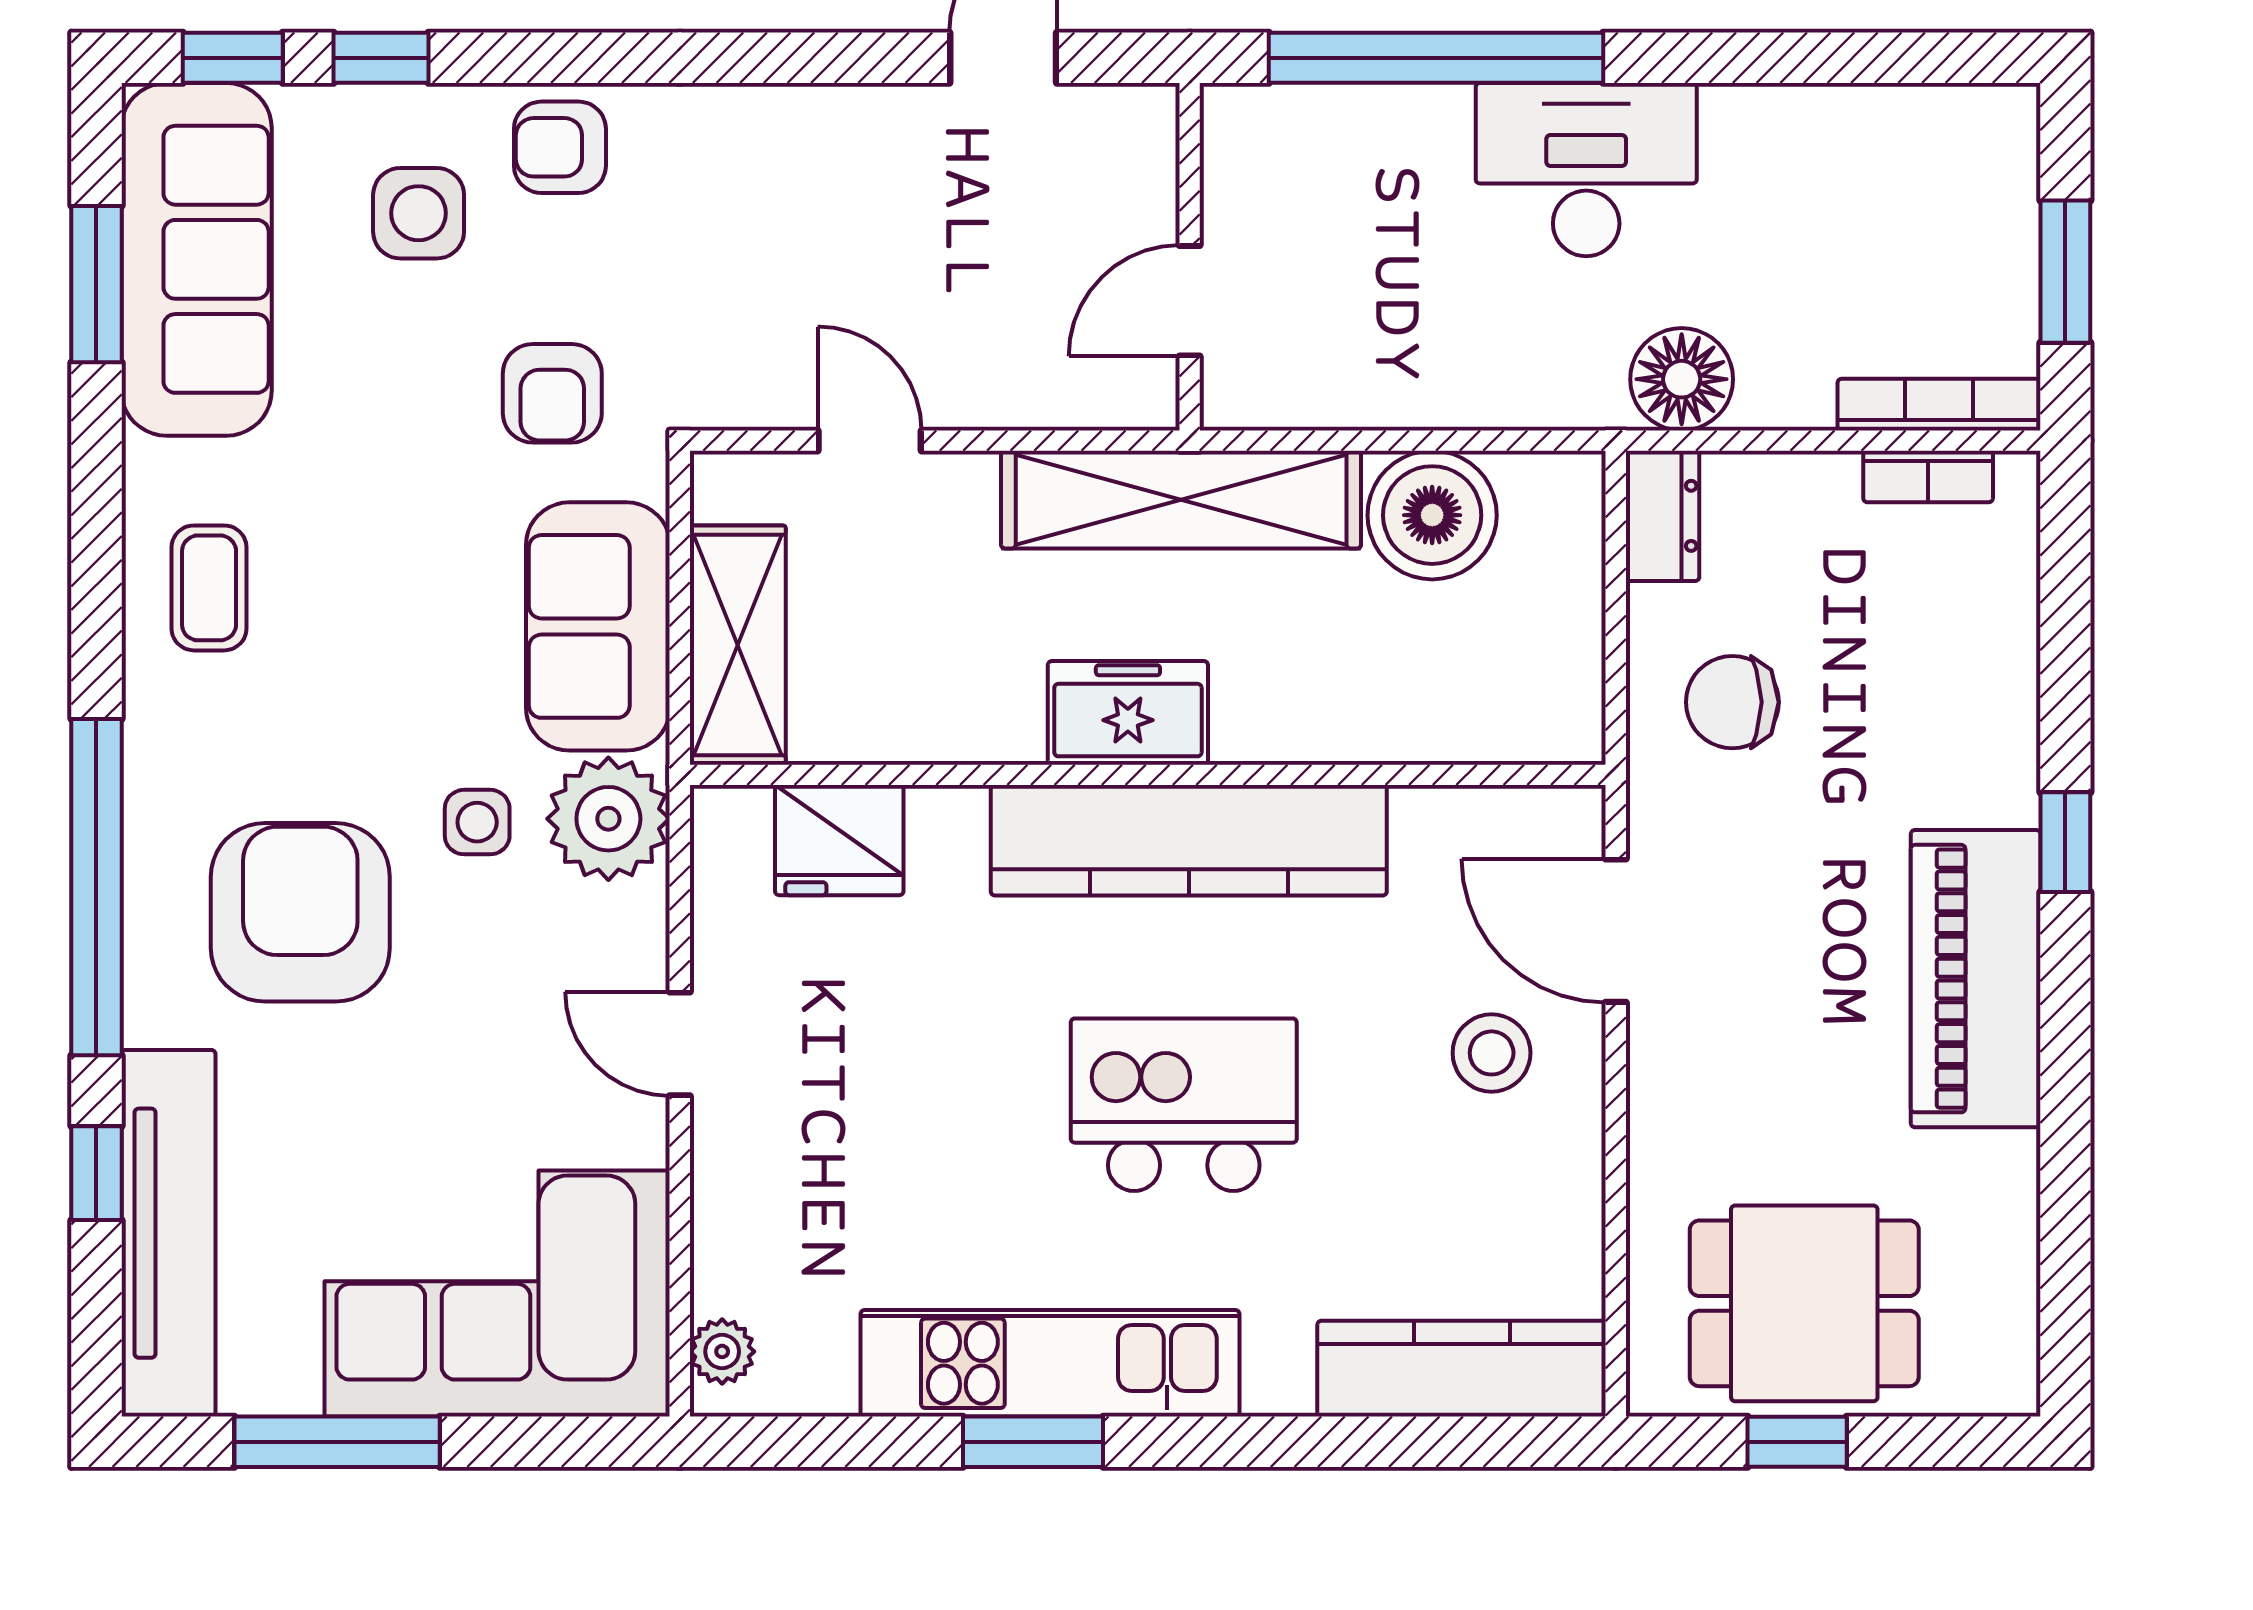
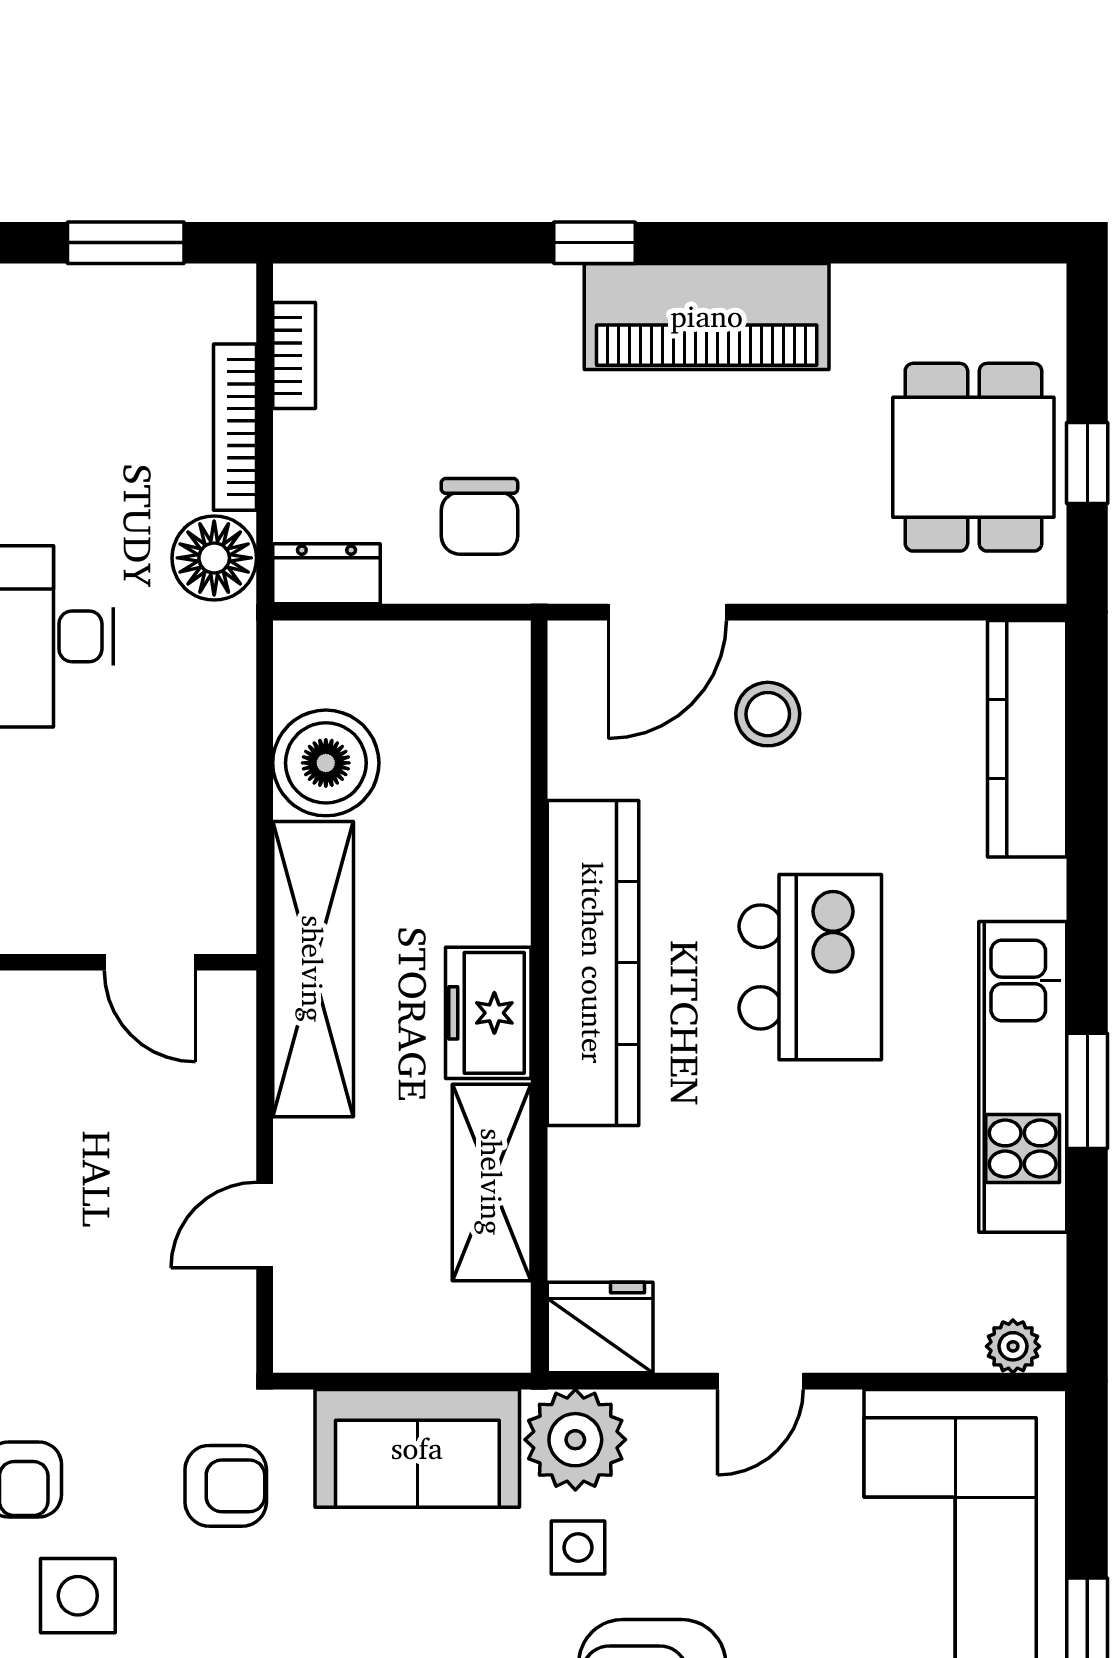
bookcase: (1939, 405) -> (235, 427), moved
shelving: (738, 645) -> (492, 1182), moved, turned 90
fridge: (839, 840) -> (600, 1327), moved, turned -90
kitchen island: (1184, 1105) -> (810, 967), turned 180

